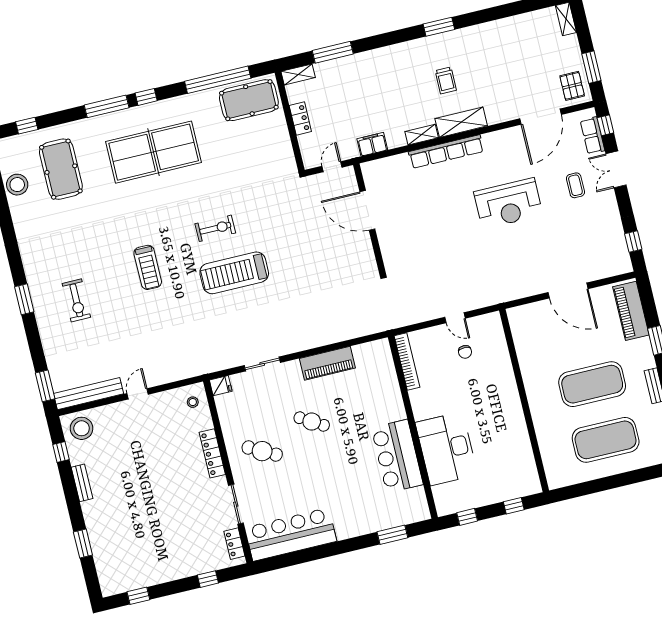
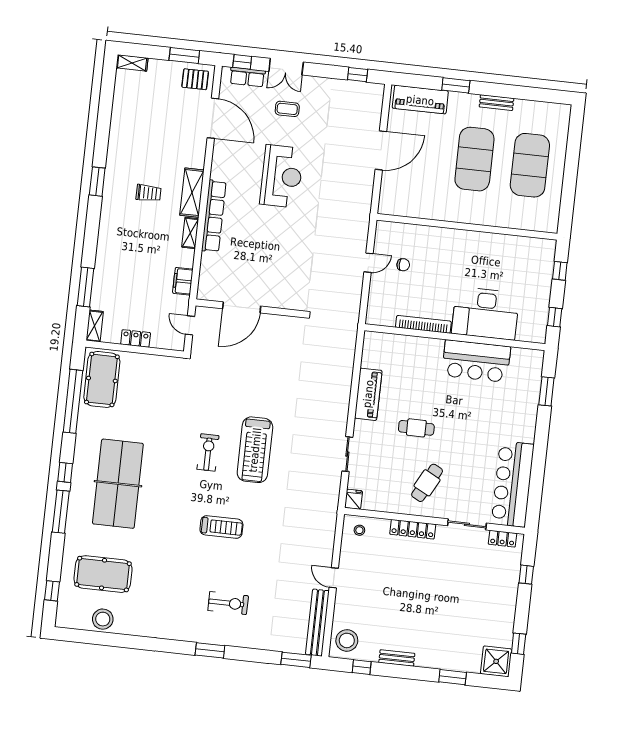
bookcase: (407, 362) -> (423, 324), moved
cafe table: (312, 422) -> (416, 428), turned 59
shower: (113, 580) -> (496, 661), added

